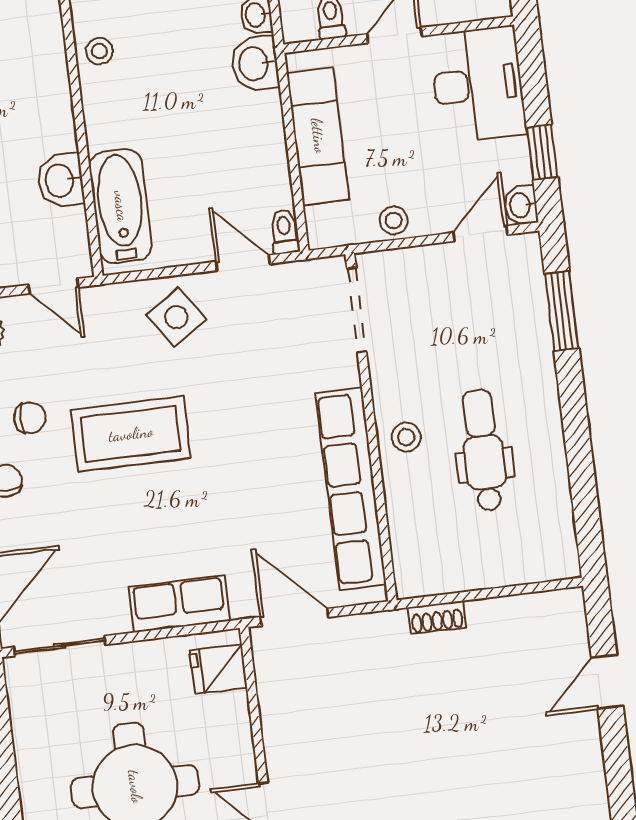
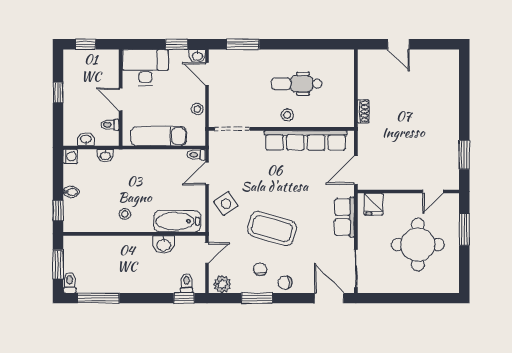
stool: (99, 51) -> (125, 214), moved
washbasin: (255, 64) -> (125, 159), removed
coffee table: (131, 434) -> (272, 229), turned -74

